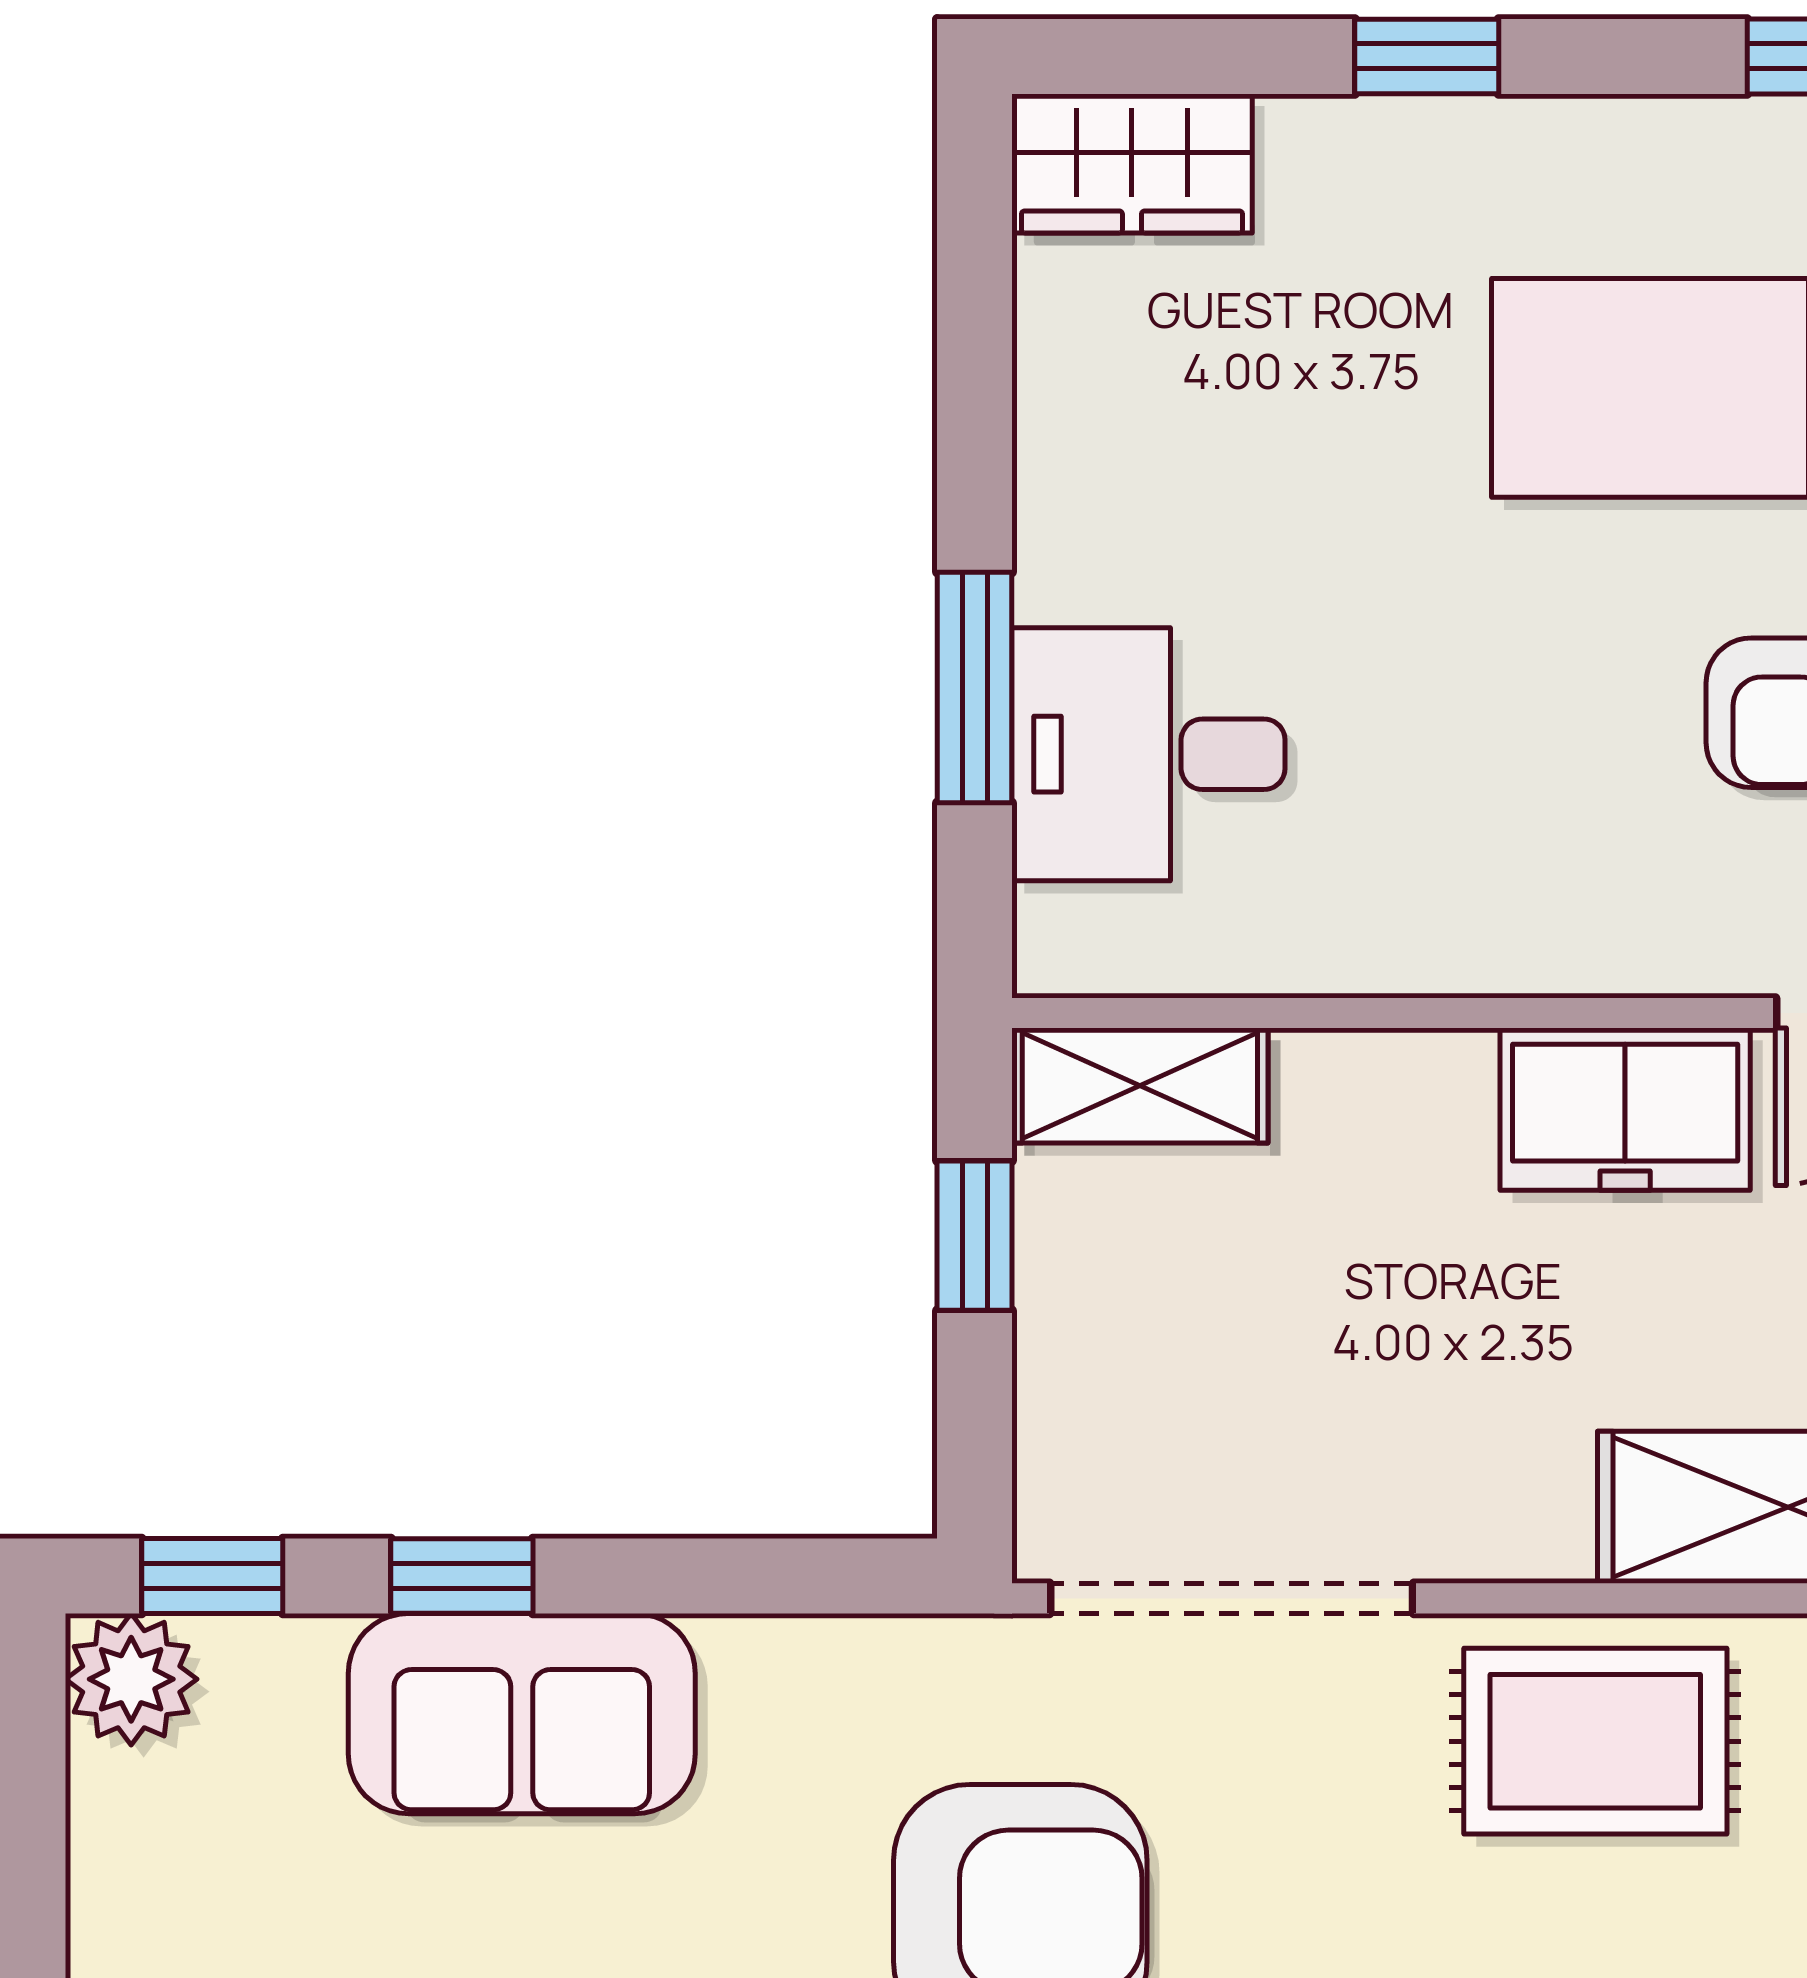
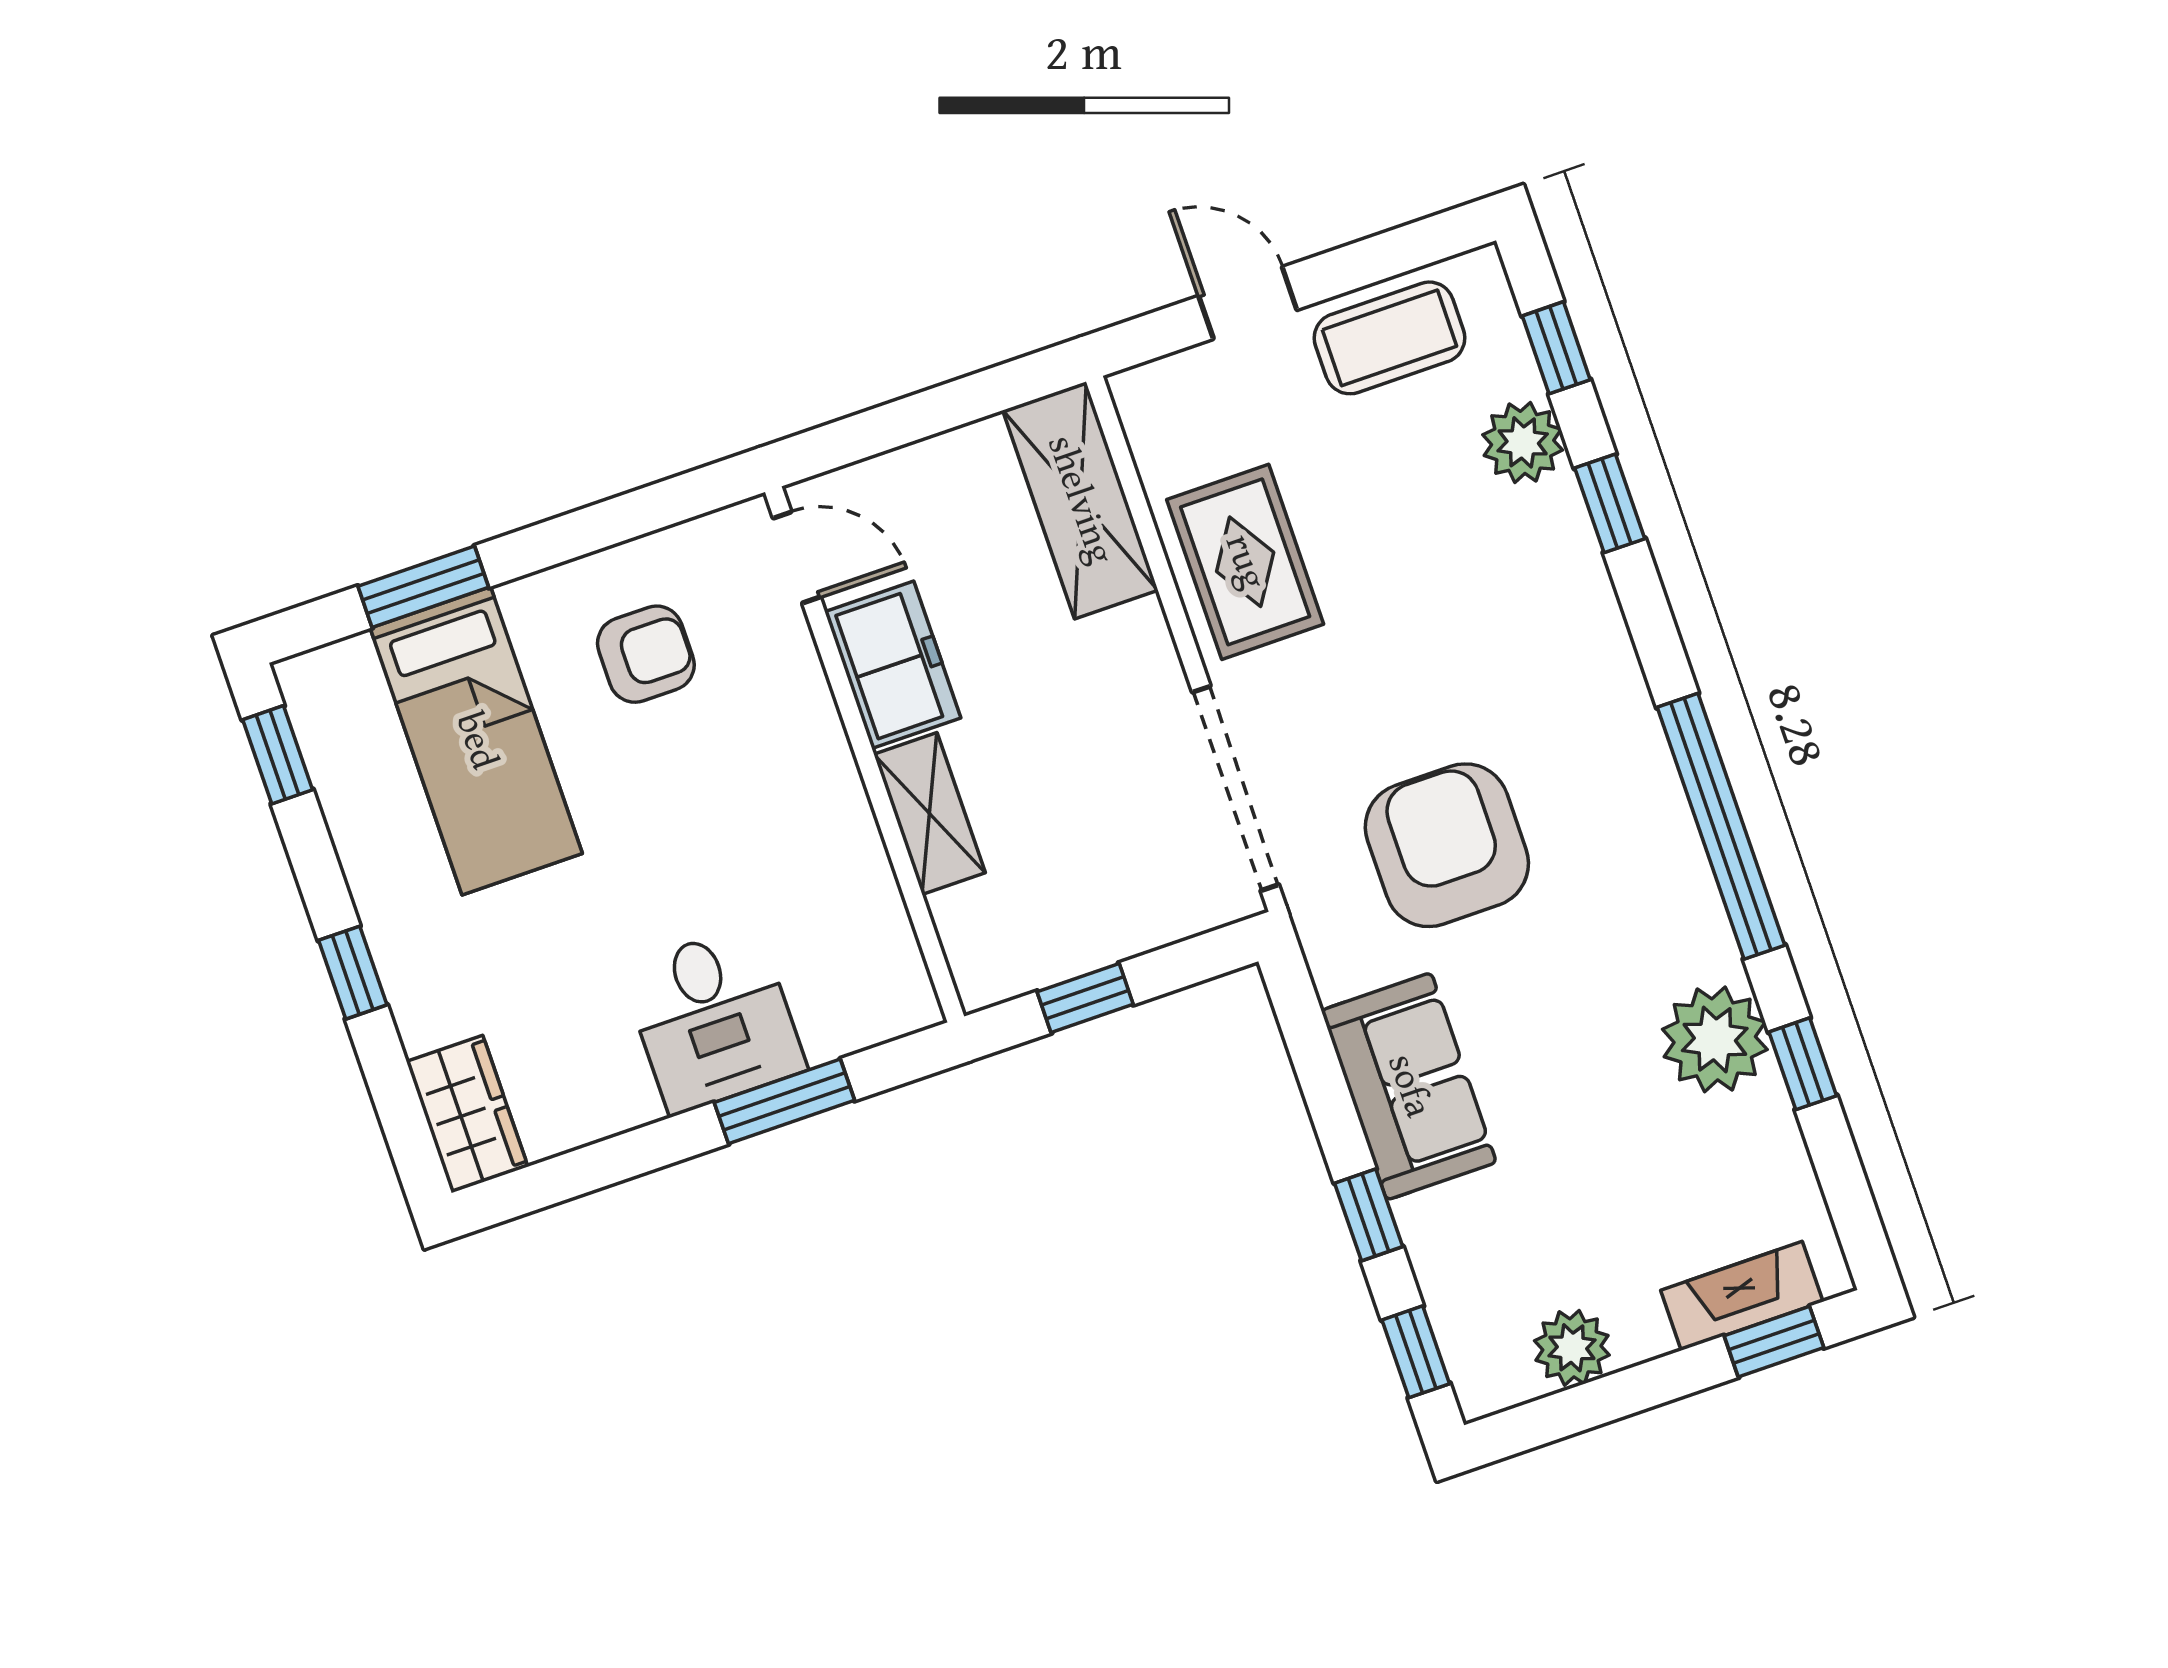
desk: (1148, 754) -> (714, 1019), moved
shelving: (1140, 1086) -> (929, 814), moved
plant: (131, 1679) -> (1572, 1348), moved
sofa: (522, 1714) -> (1409, 1086), moved

